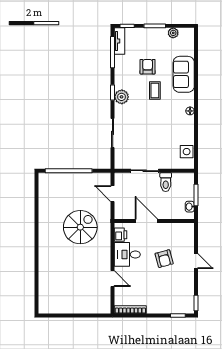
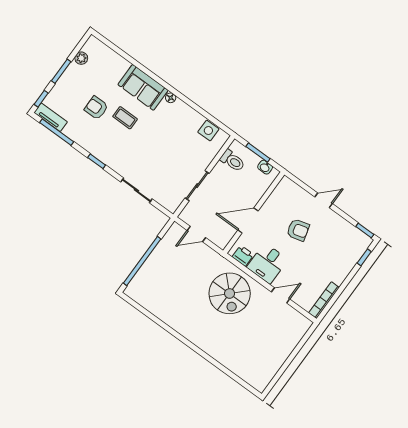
sofa: (184, 74) -> (143, 87), moved
plant: (122, 97) -> (107, 155), removed
toilet: (166, 182) -> (233, 161), moved
spiral stairs: (80, 227) -> (230, 293), moved, turned 180

